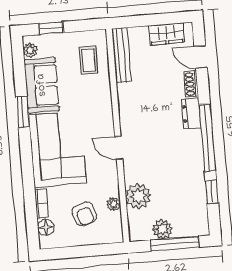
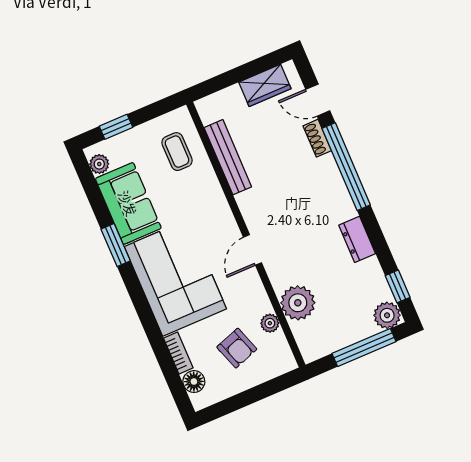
bench: (121, 55) -> (228, 157), moved
dresser: (191, 113) -> (357, 239), moved
window: (207, 138) -> (346, 167), moved
door: (119, 148) -> (252, 250), hinge flipped
window: (212, 192) -> (398, 286), moved
plant: (162, 229) -> (387, 315), moved

